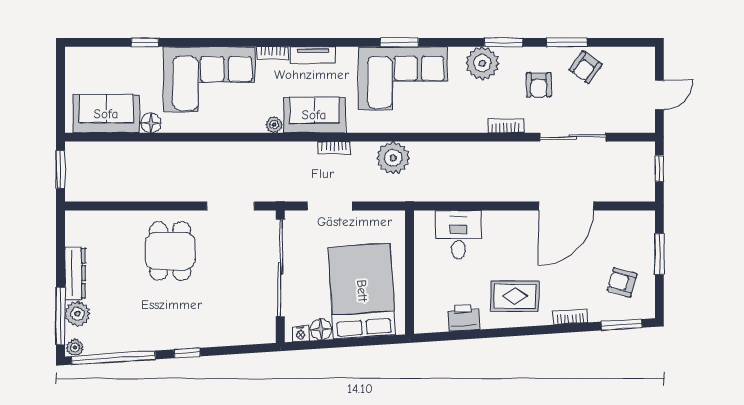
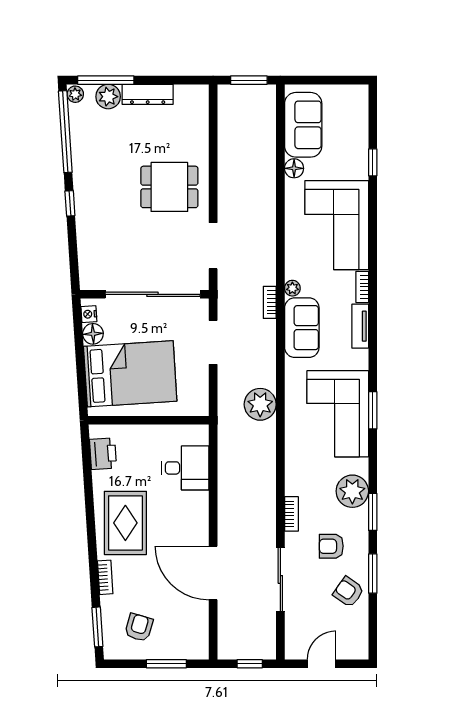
door: (659, 95) -> (322, 664), swing flipped
bookcase: (334, 148) -> (270, 302), moved
rug: (515, 296) -> (125, 523), width x1.36, depth x1.43
printer: (464, 318) -> (103, 454), moved

